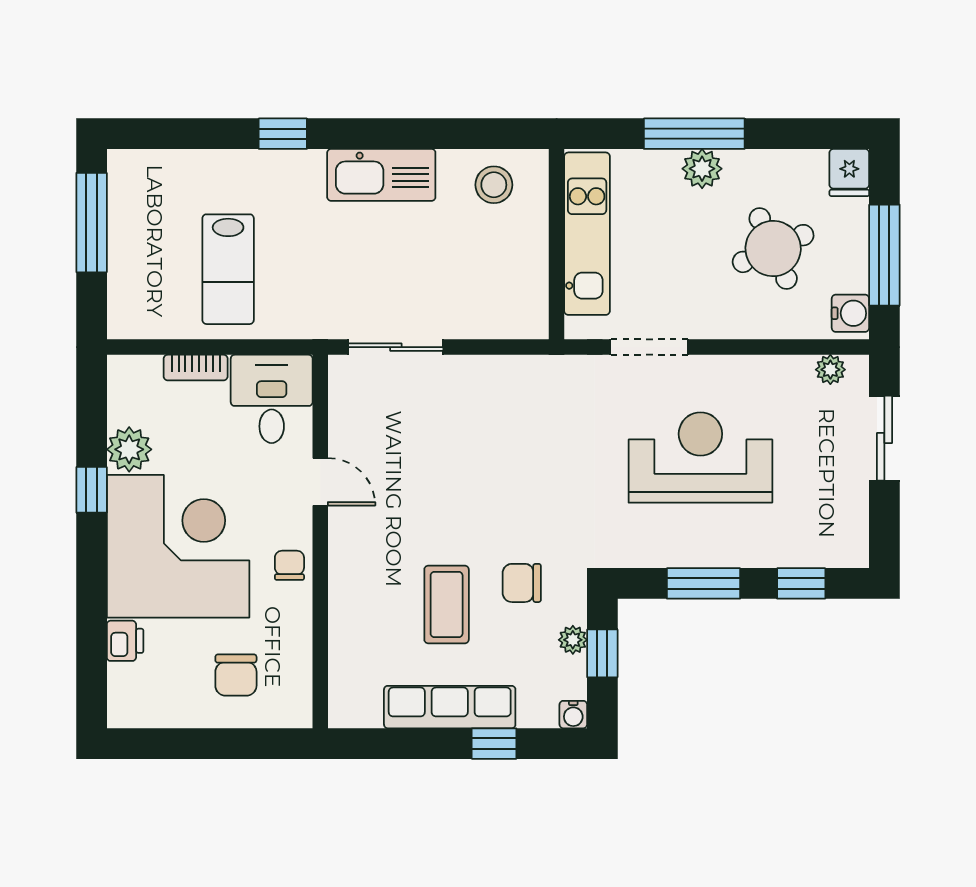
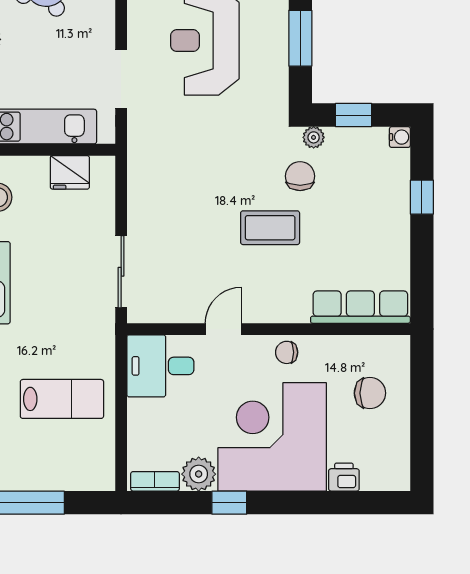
fridge: (527, 280) -> (70, 172), added
bookcase: (196, 368) -> (155, 481), moved, turned -90
chair: (522, 583) -> (300, 176), turned 180
coffee table: (447, 604) -> (270, 228), moved
plant: (573, 640) -> (314, 137), moved
row of seats: (450, 707) -> (360, 307), moved, turned 90

